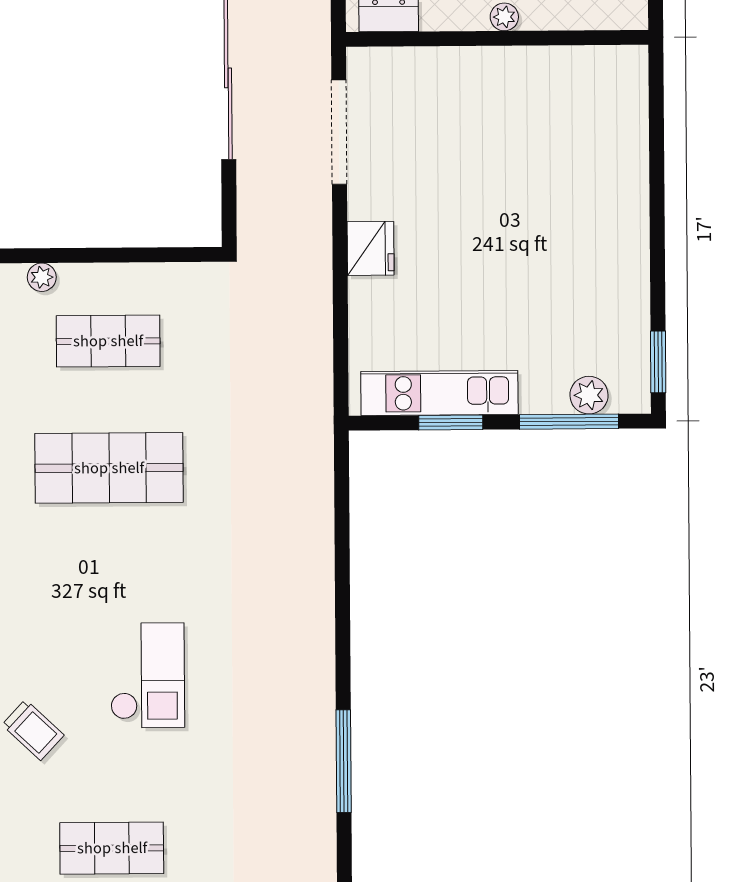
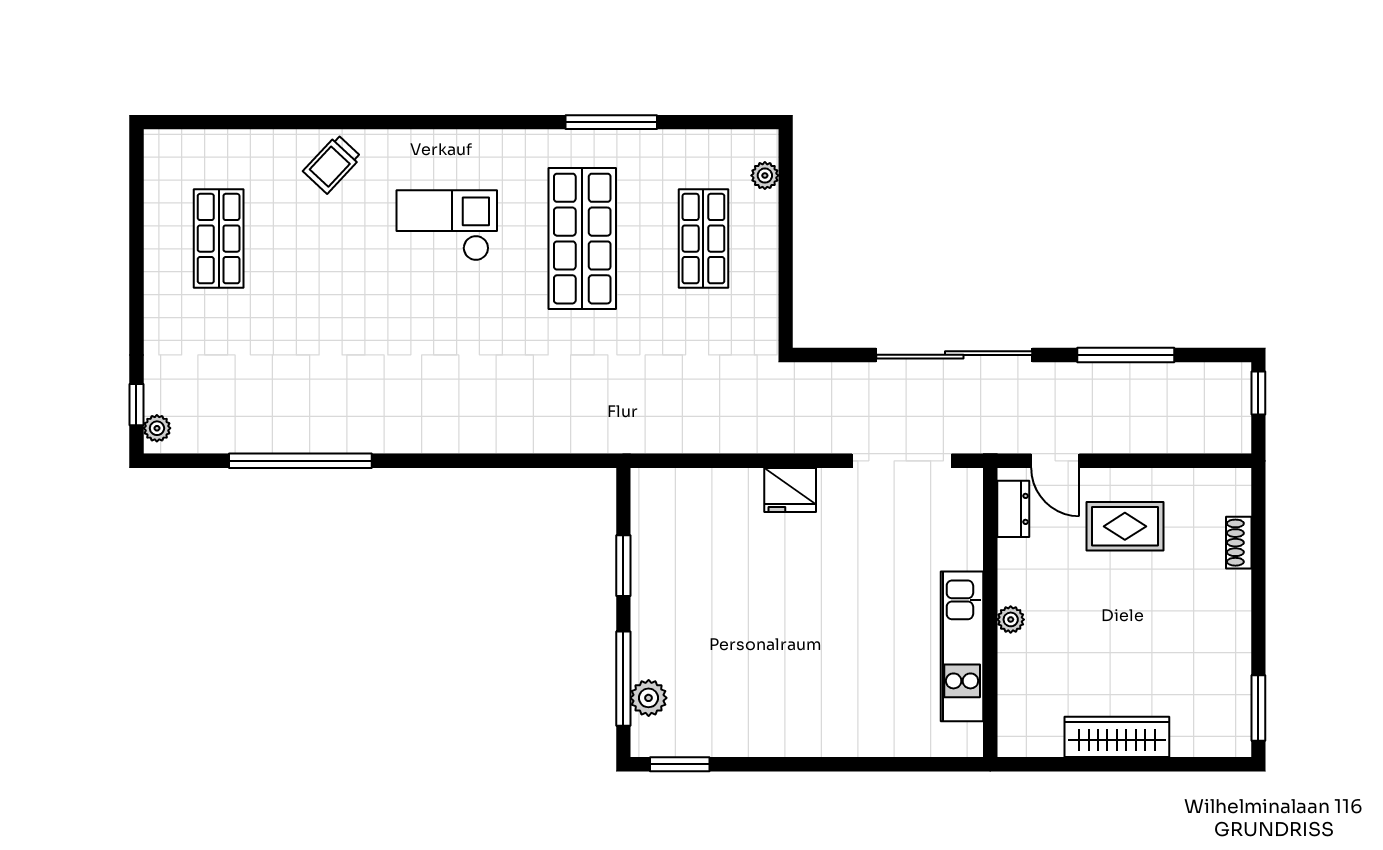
kitchen unit: (439, 393) -> (962, 646), moved, turned 180
checkout: (147, 675) -> (447, 225), moved, turned 180
window: (344, 761) -> (300, 461), width x1.46

